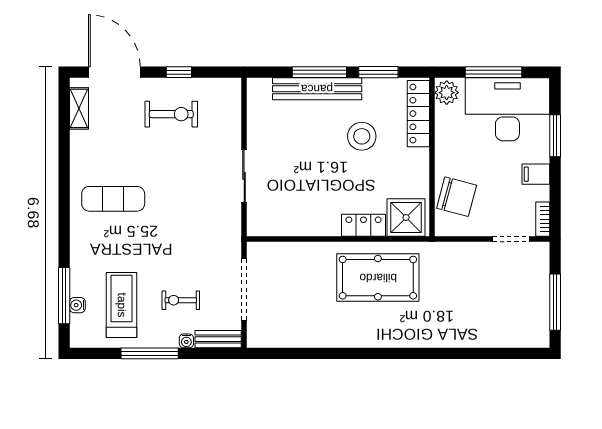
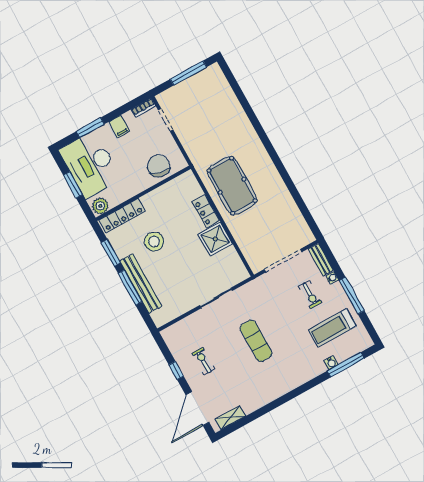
window: (493, 72) -> (73, 185), width x0.69
exercise bike: (171, 114) -> (203, 361), width x0.73, depth x0.72
exercise mat: (113, 199) -> (256, 341), moved
shower: (406, 217) -> (215, 239), moved
water cooler: (77, 305) -> (331, 363), moved

